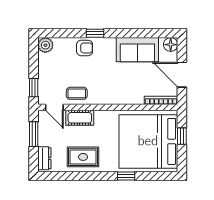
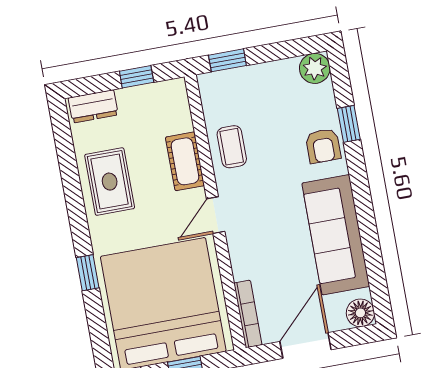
window: (95, 33) -> (349, 124), moved
sofa: (137, 50) -> (336, 235), width x1.36
door: (54, 107) -> (216, 215), moved
window: (34, 134) -> (137, 77), width x0.67

